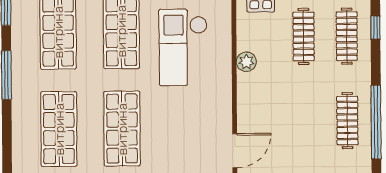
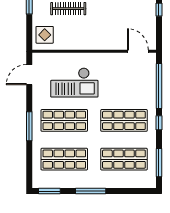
plant: (246, 62) -> (84, 44), removed

